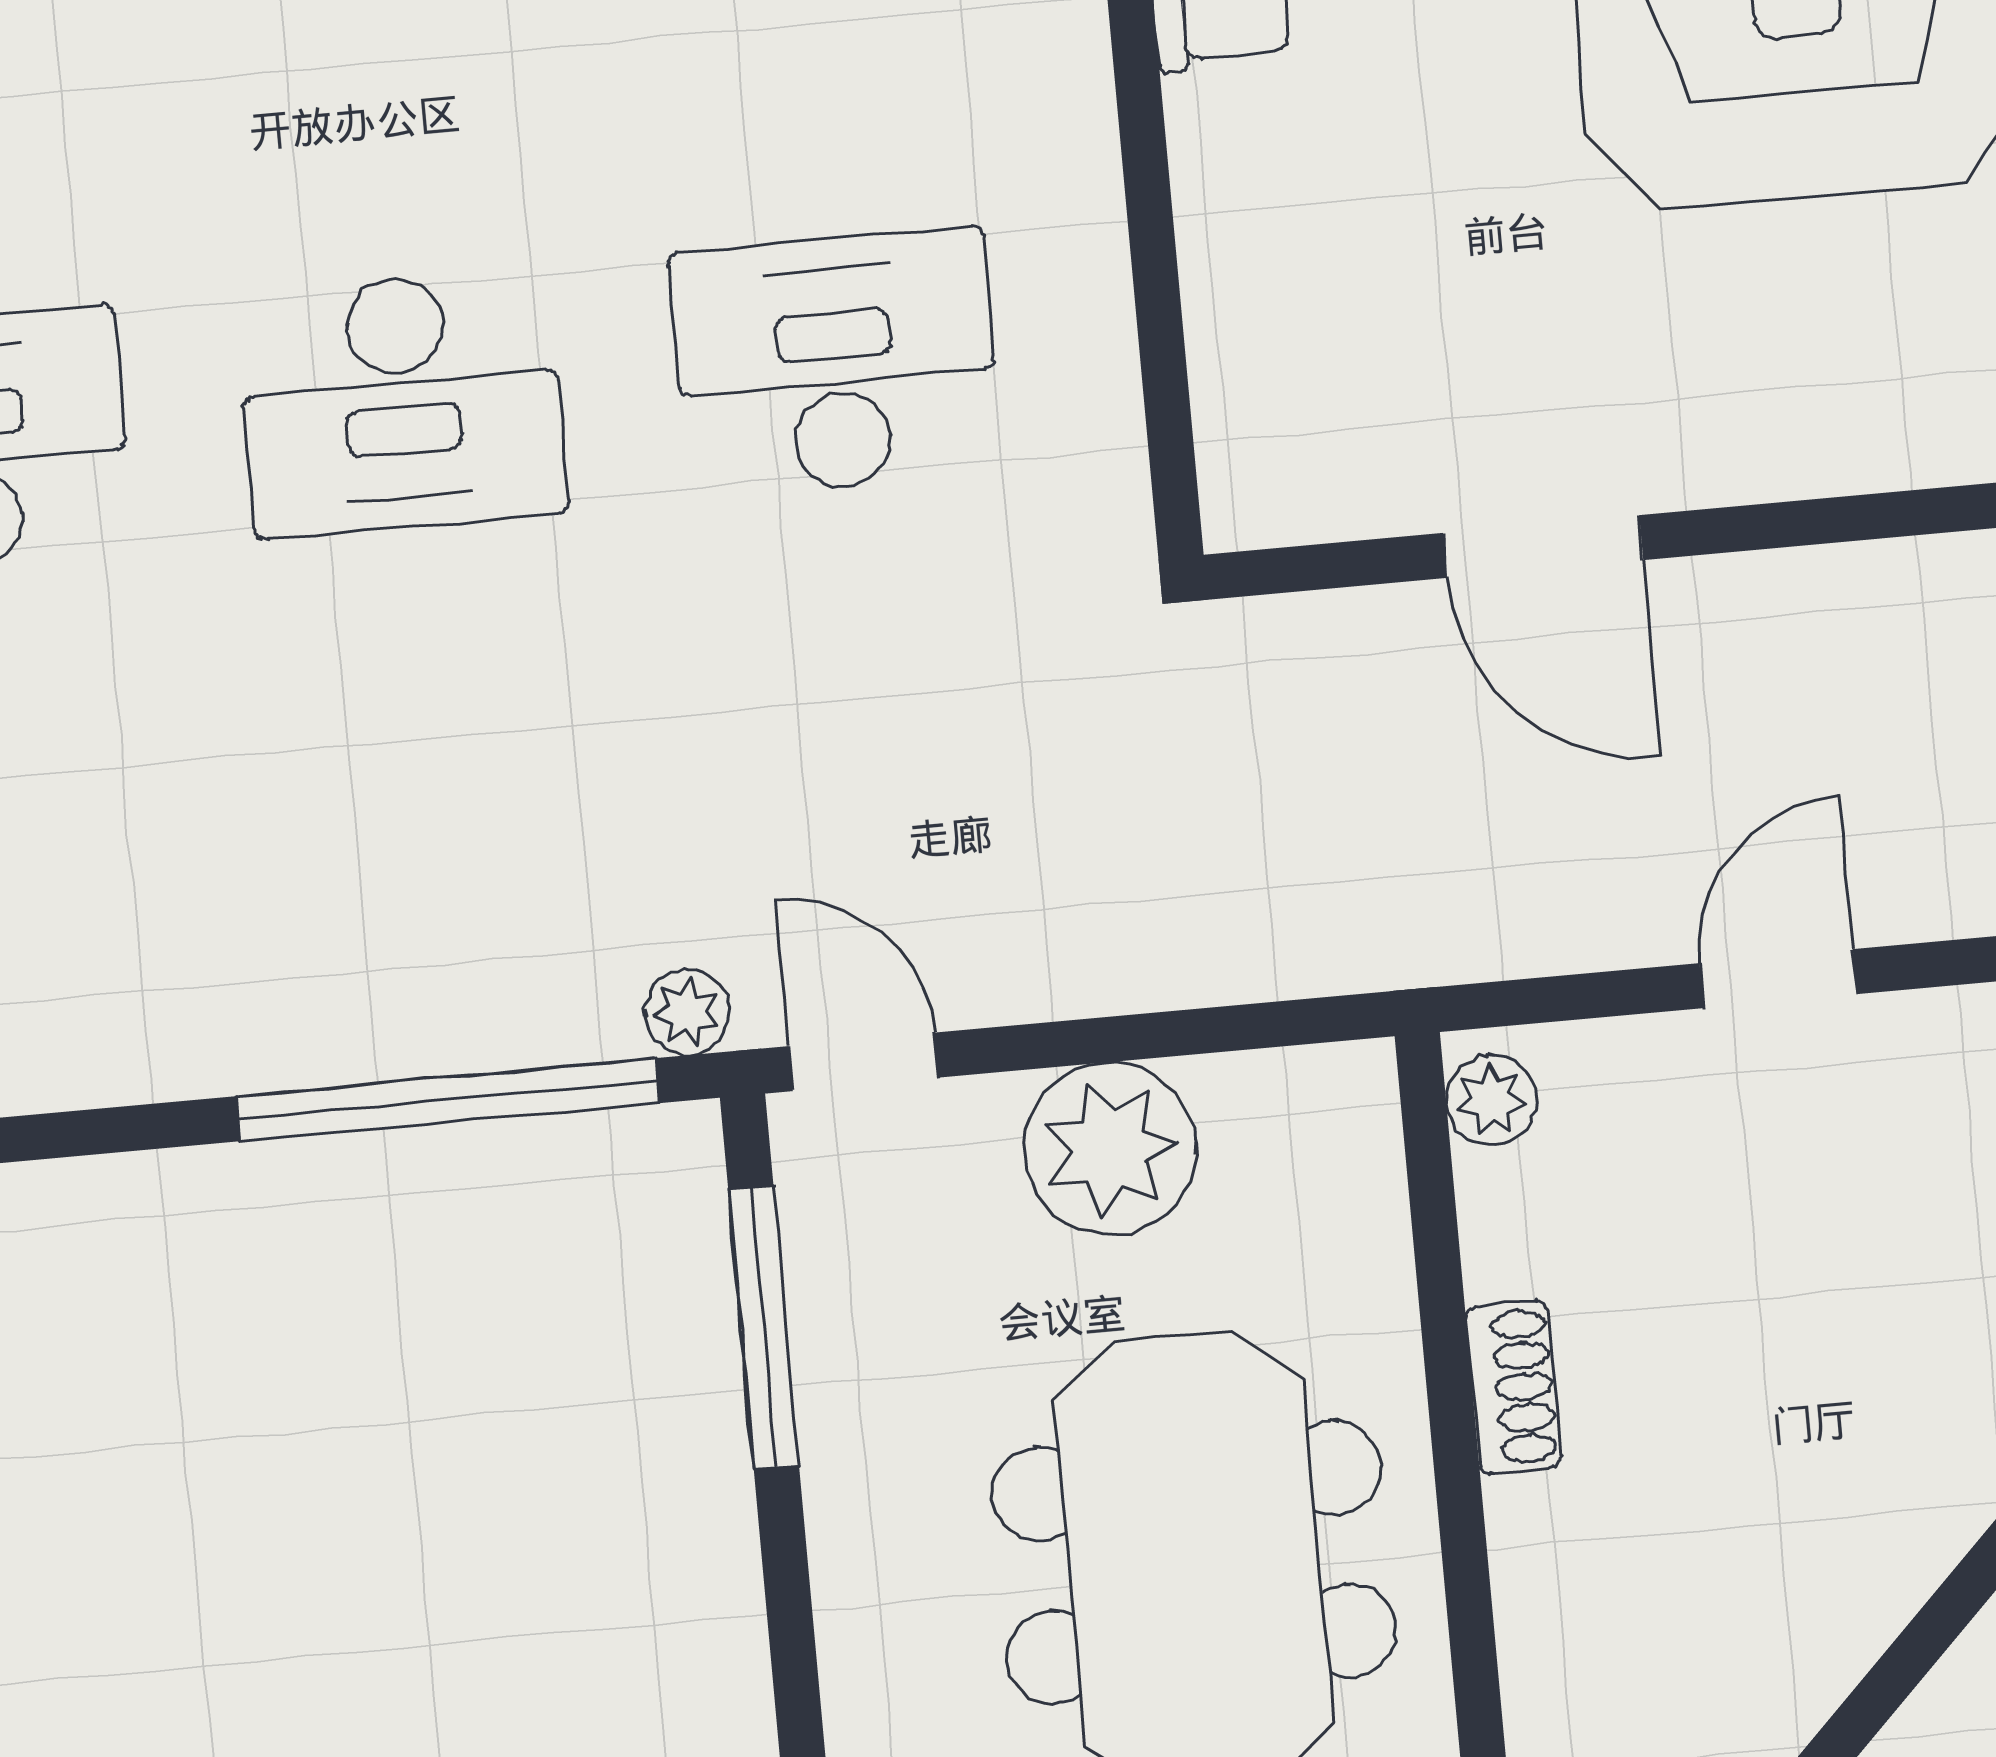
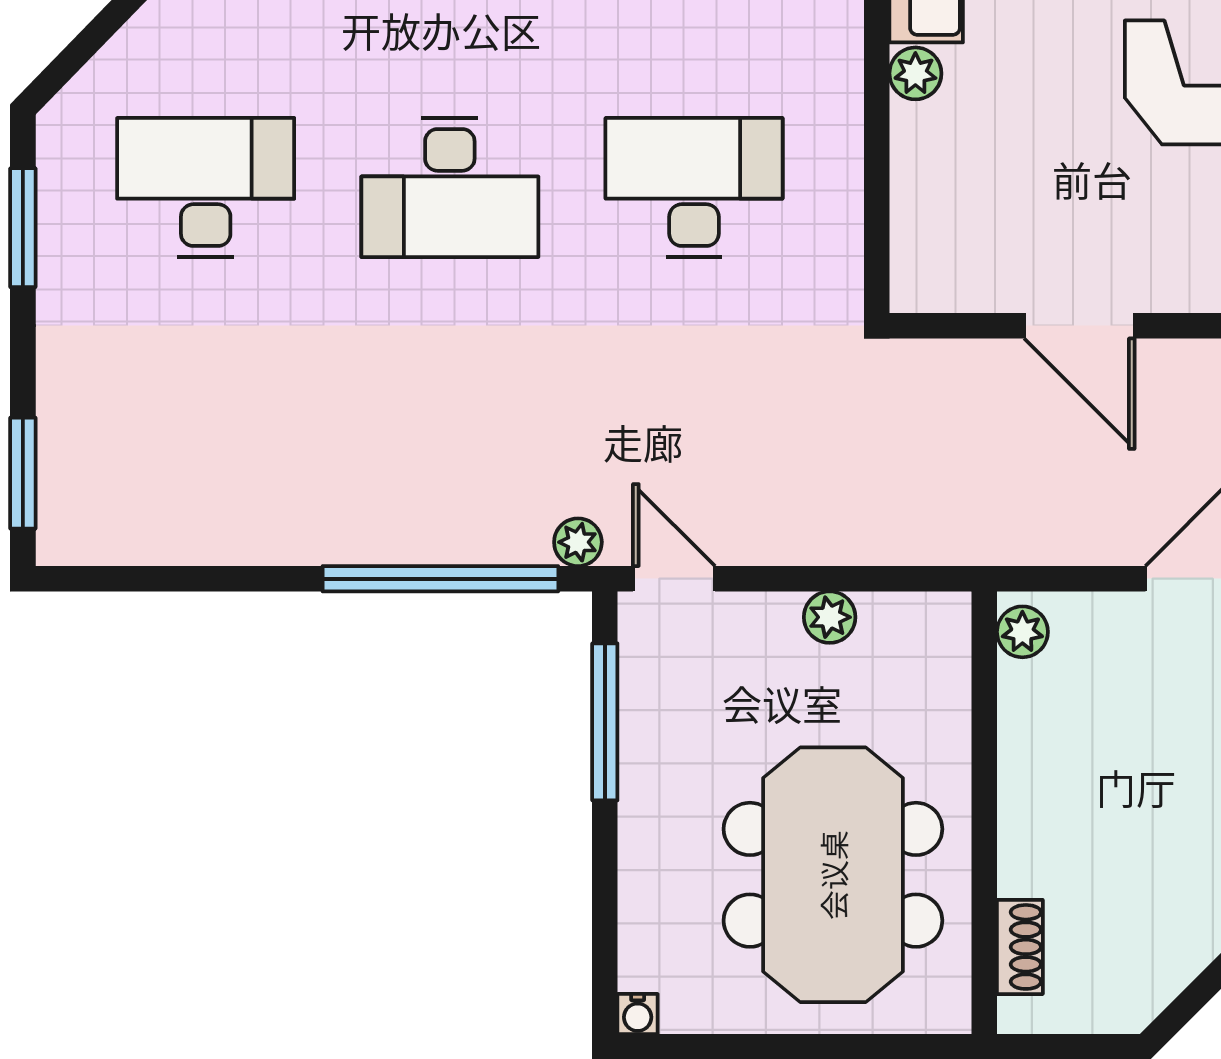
plant: (1211, 124) -> (915, 73), added
plant: (1110, 1149) -> (830, 617), width x0.53, depth x0.53
shoe rack: (1513, 1387) -> (1020, 947), moved

